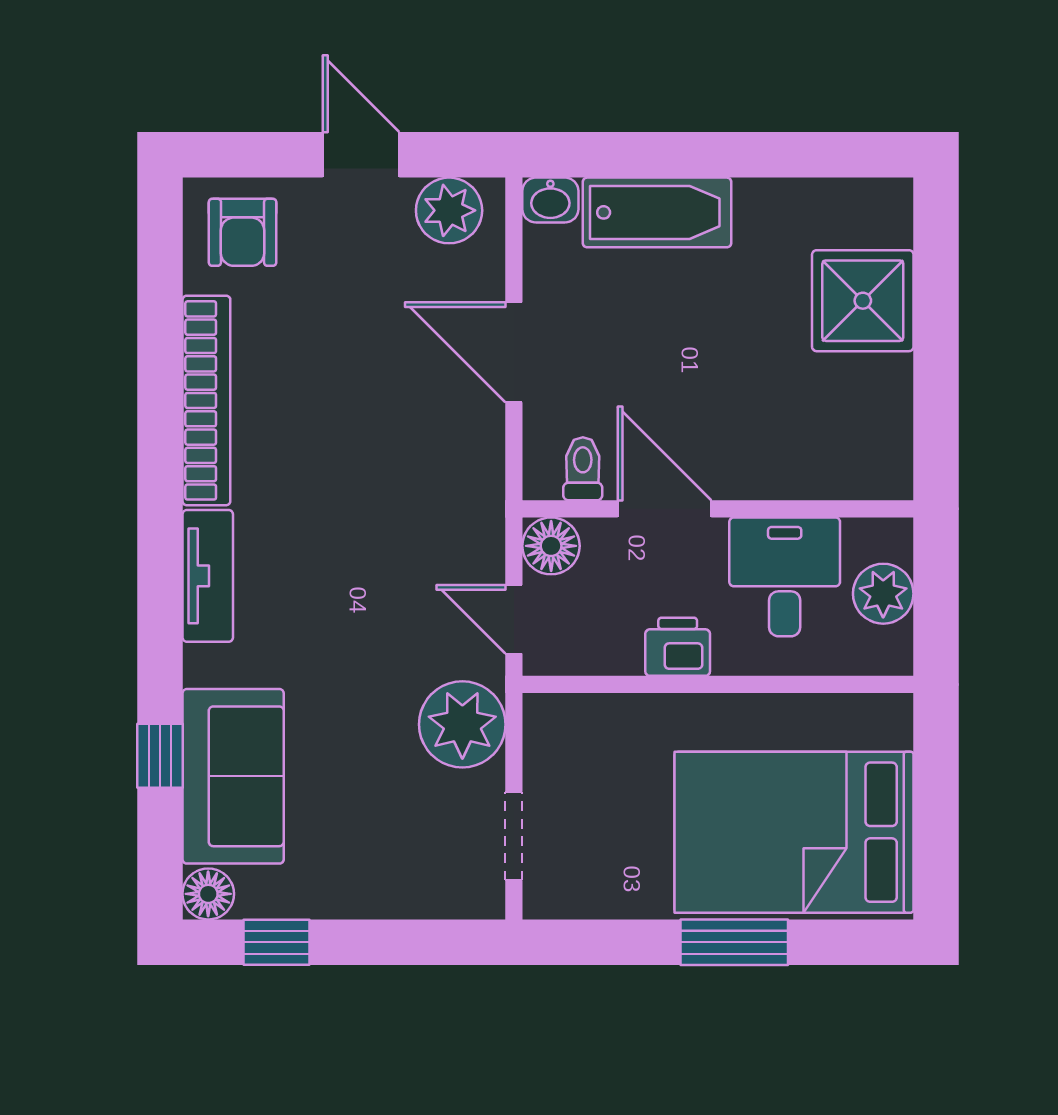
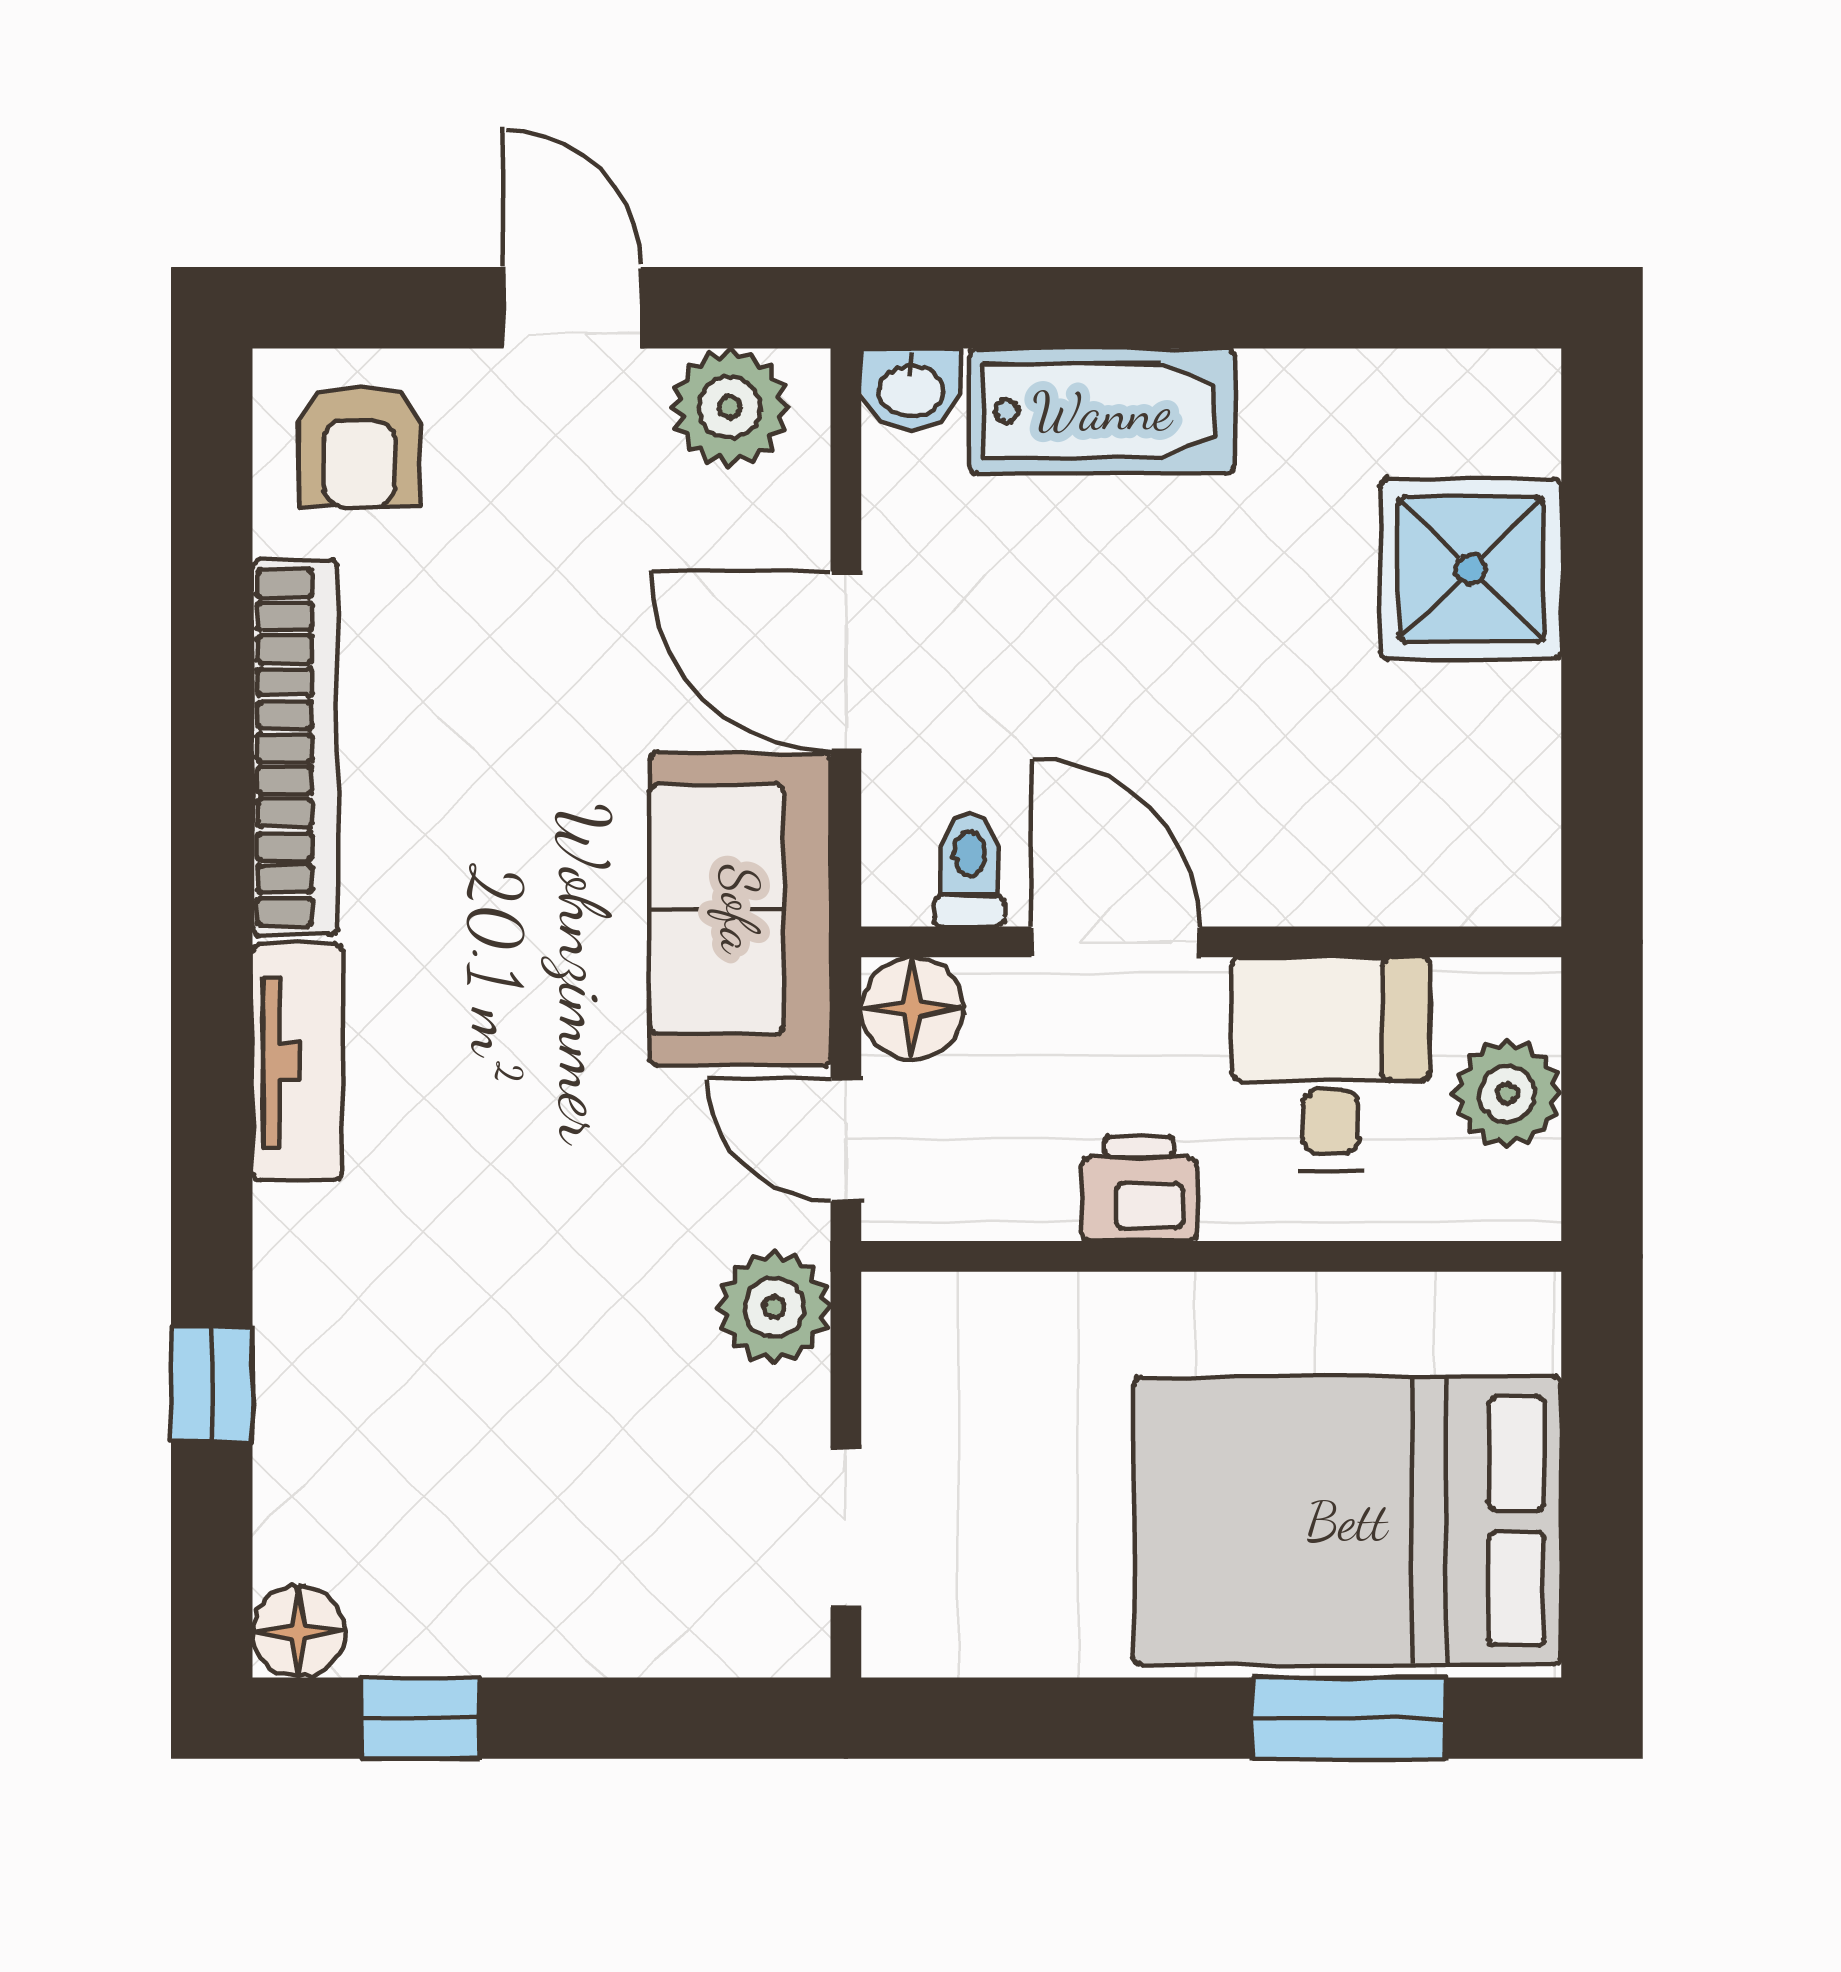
plant: (462, 724) -> (774, 1307), width x0.73, depth x0.73
sofa: (233, 776) -> (740, 909), moved, turned 180
window: (734, 942) -> (1349, 1718), moved

